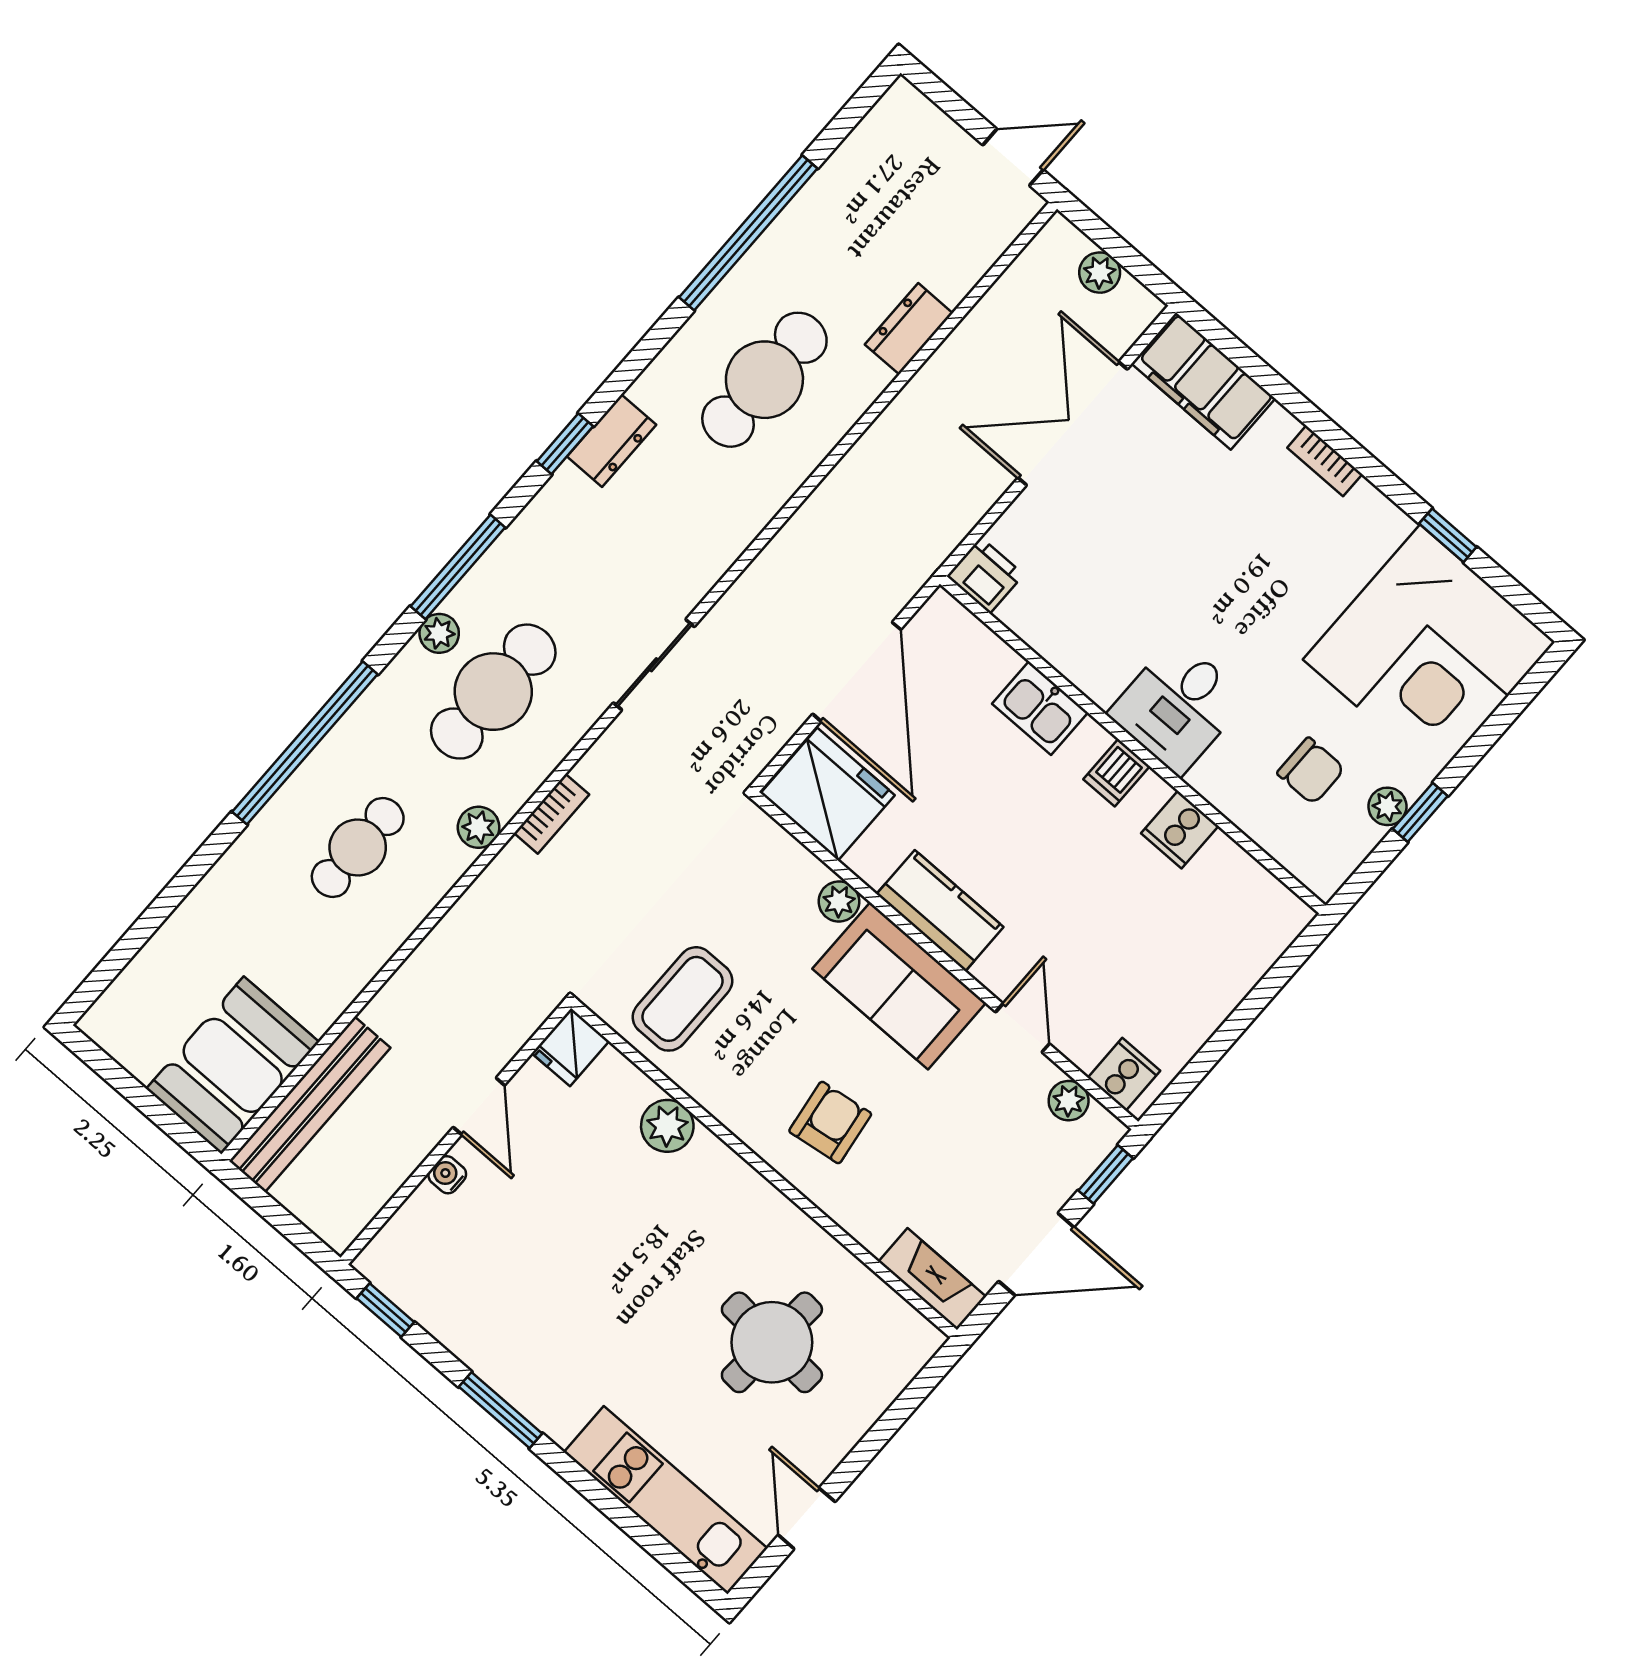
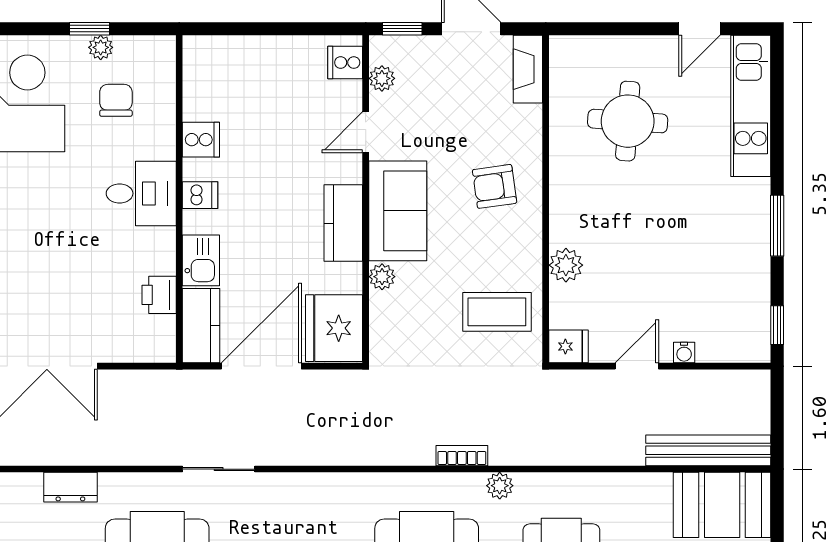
printer: (985, 575) -> (159, 295), moved
kitchen counter: (964, 643) -> (201, 326), added
sliding door: (654, 665) -> (219, 469), moved

